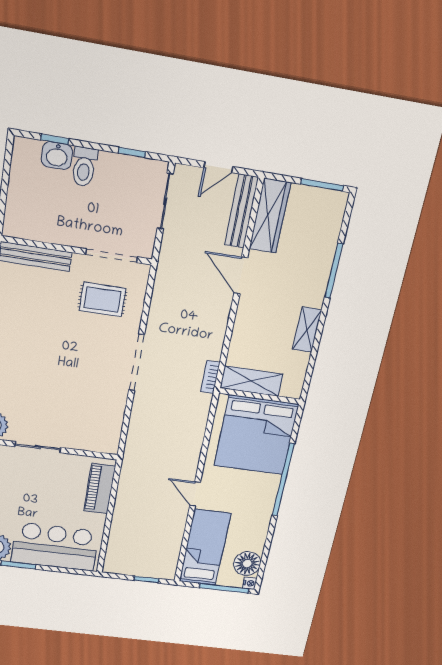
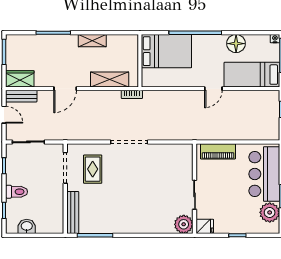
washbasin: (57, 156) -> (27, 226), moved, turned -90
bench: (241, 211) -> (21, 96), width x0.73
wardrobe: (270, 216) -> (20, 79), width x0.67
shelving: (251, 381) -> (110, 79), moved, turned 90
bed: (256, 435) -> (166, 51), width x0.73
floor lamp: (247, 564) -> (236, 44), moved

